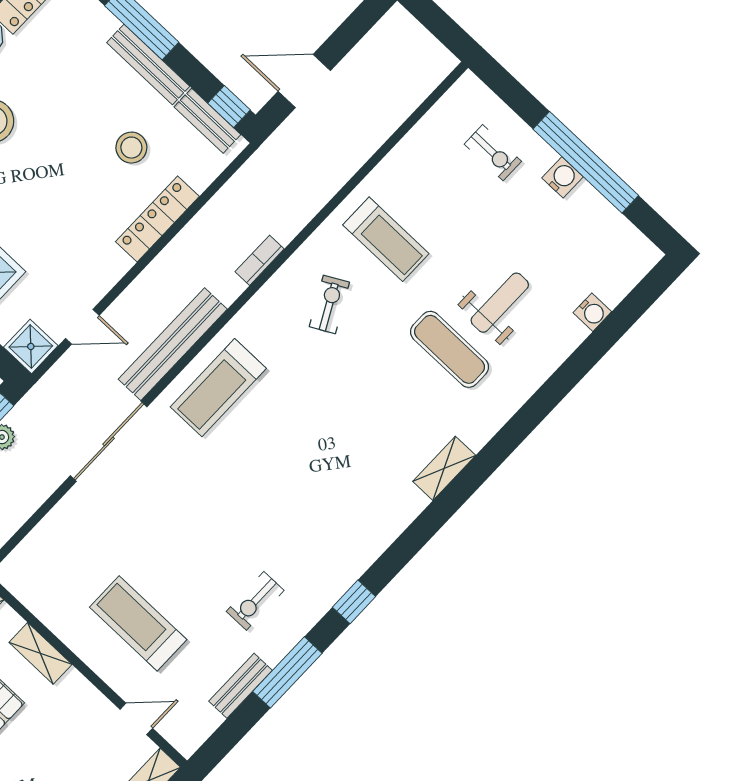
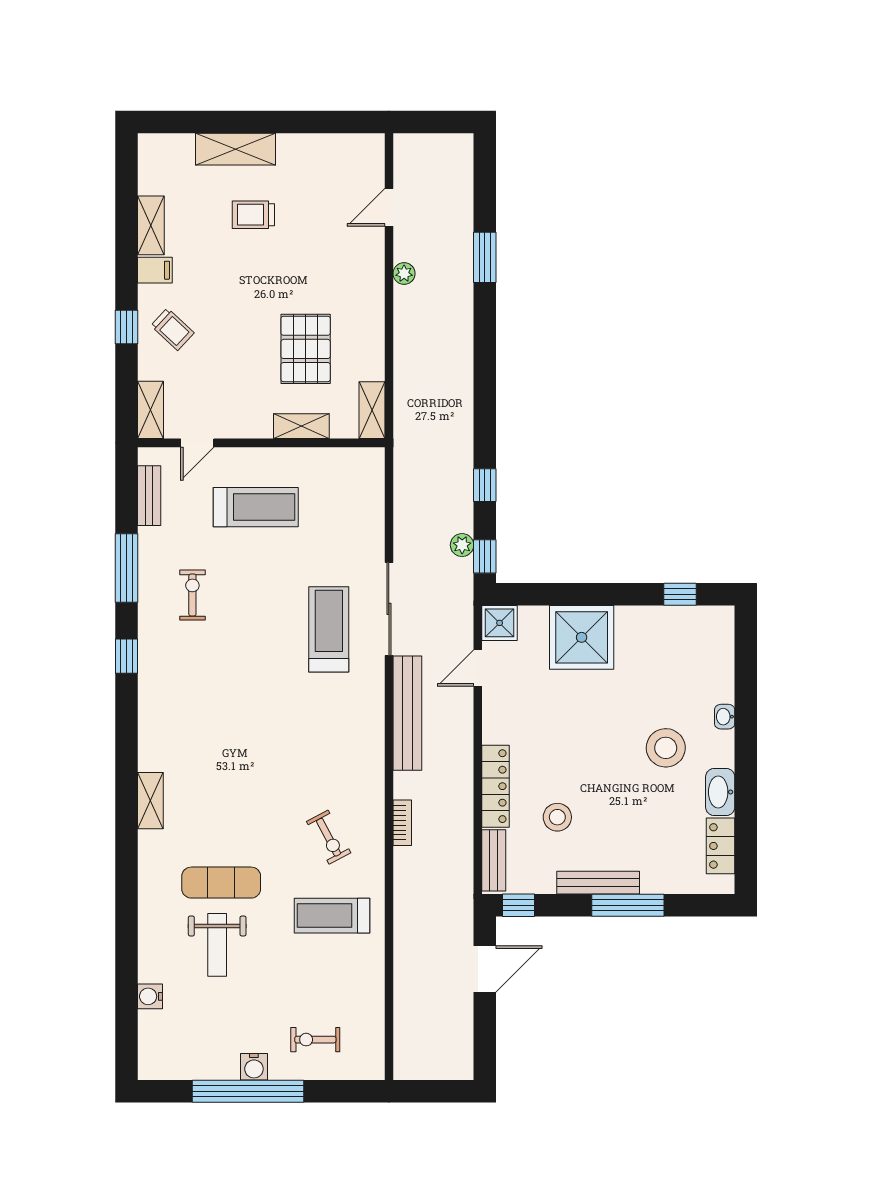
bench: (207, 121) -> (494, 860), moved, turned 90
treadmill: (218, 388) -> (329, 629), moved
bench: (240, 686) -> (149, 496), moved

